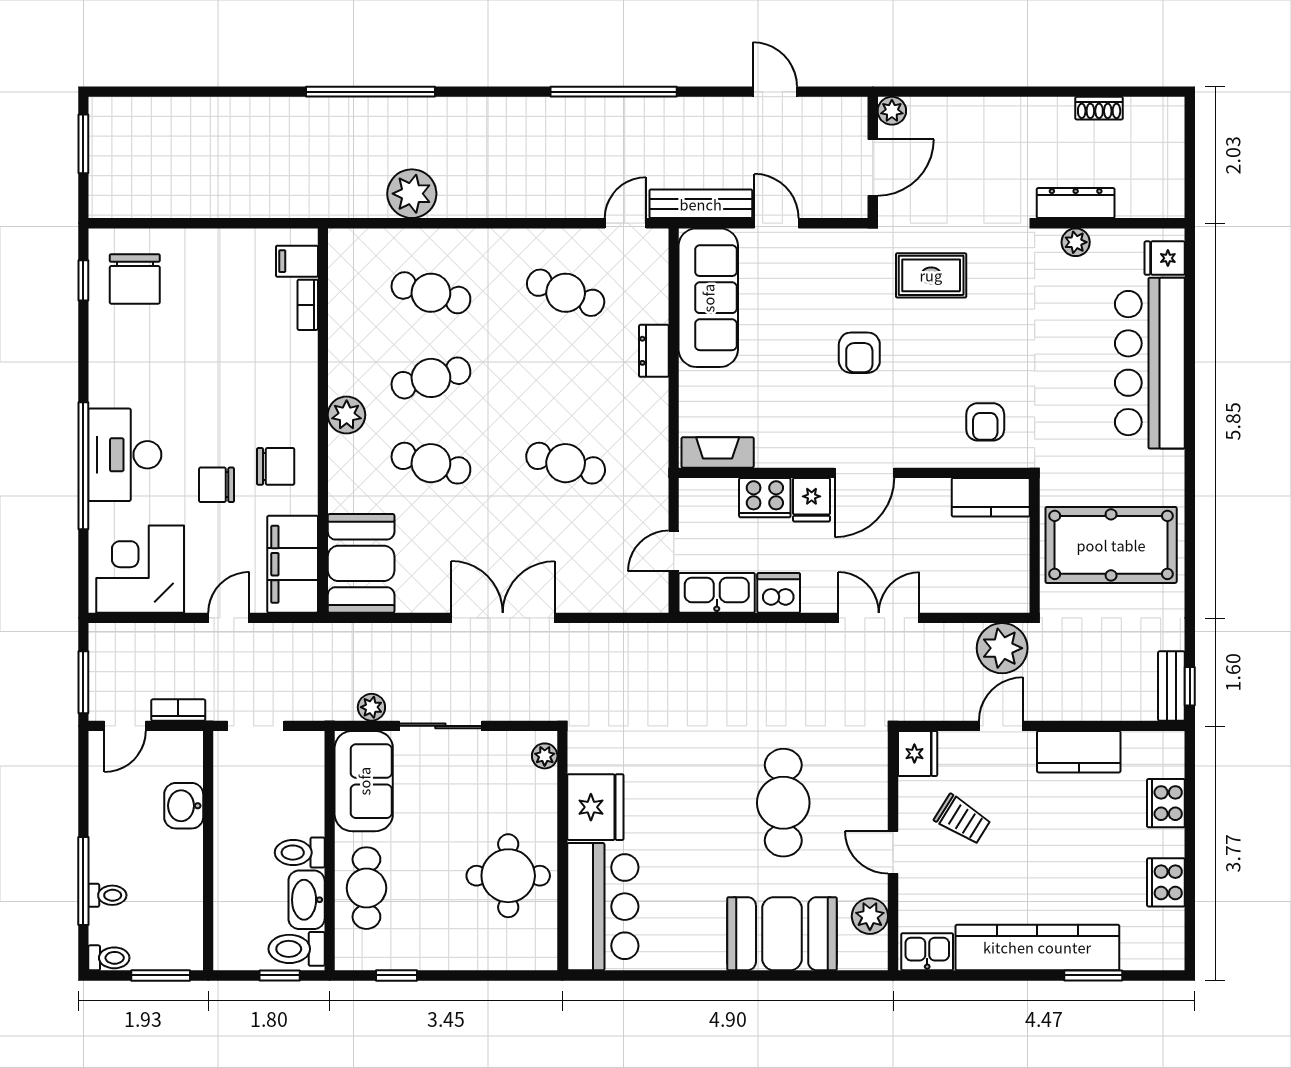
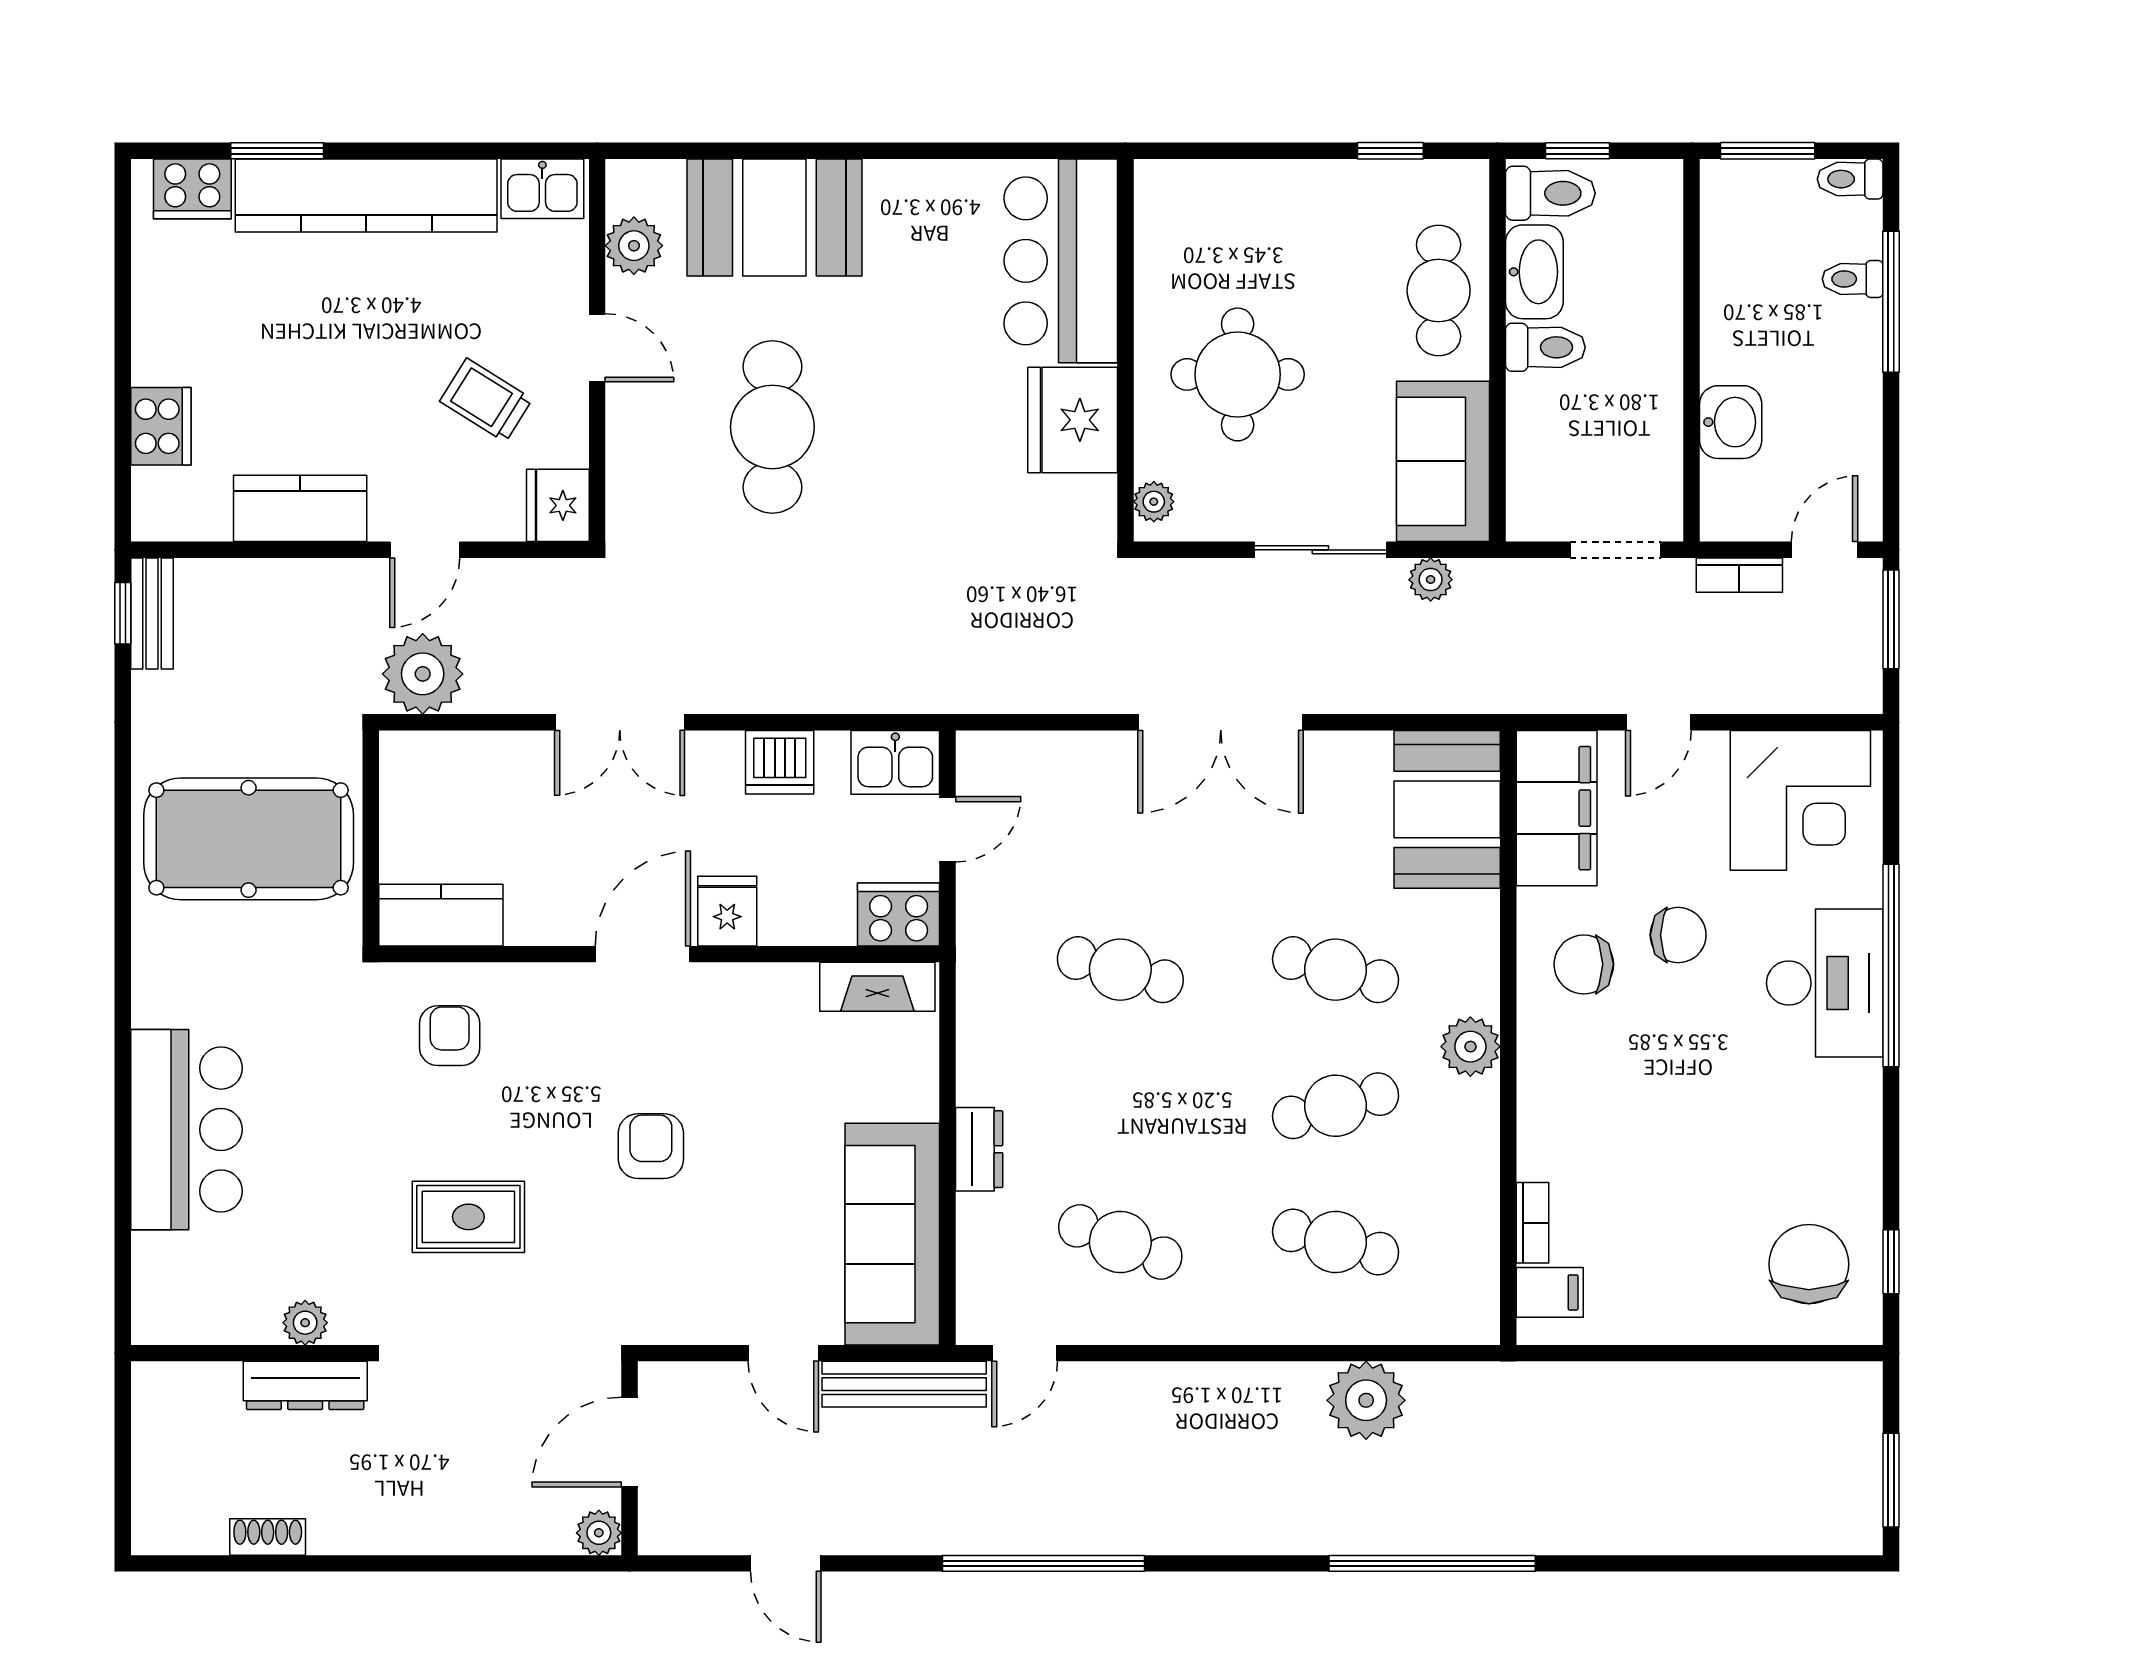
fridge: (1165, 258) -> (163, 1297), removed
rug: (931, 275) -> (468, 1217), moved
bar counter: (1150, 363) -> (186, 1130), width x0.73
cooker: (765, 498) -> (899, 914), moved
kitchen sink: (717, 593) -> (895, 762), width x0.73
round table: (508, 876) -> (1238, 374), moved
cooker: (1166, 882) -> (192, 189), moved, turned 90

